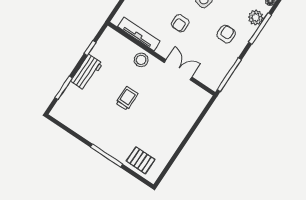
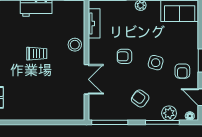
tv unit: (139, 34) -> (94, 23), width x0.71
armchair: (226, 34) -> (140, 99), turned -144

